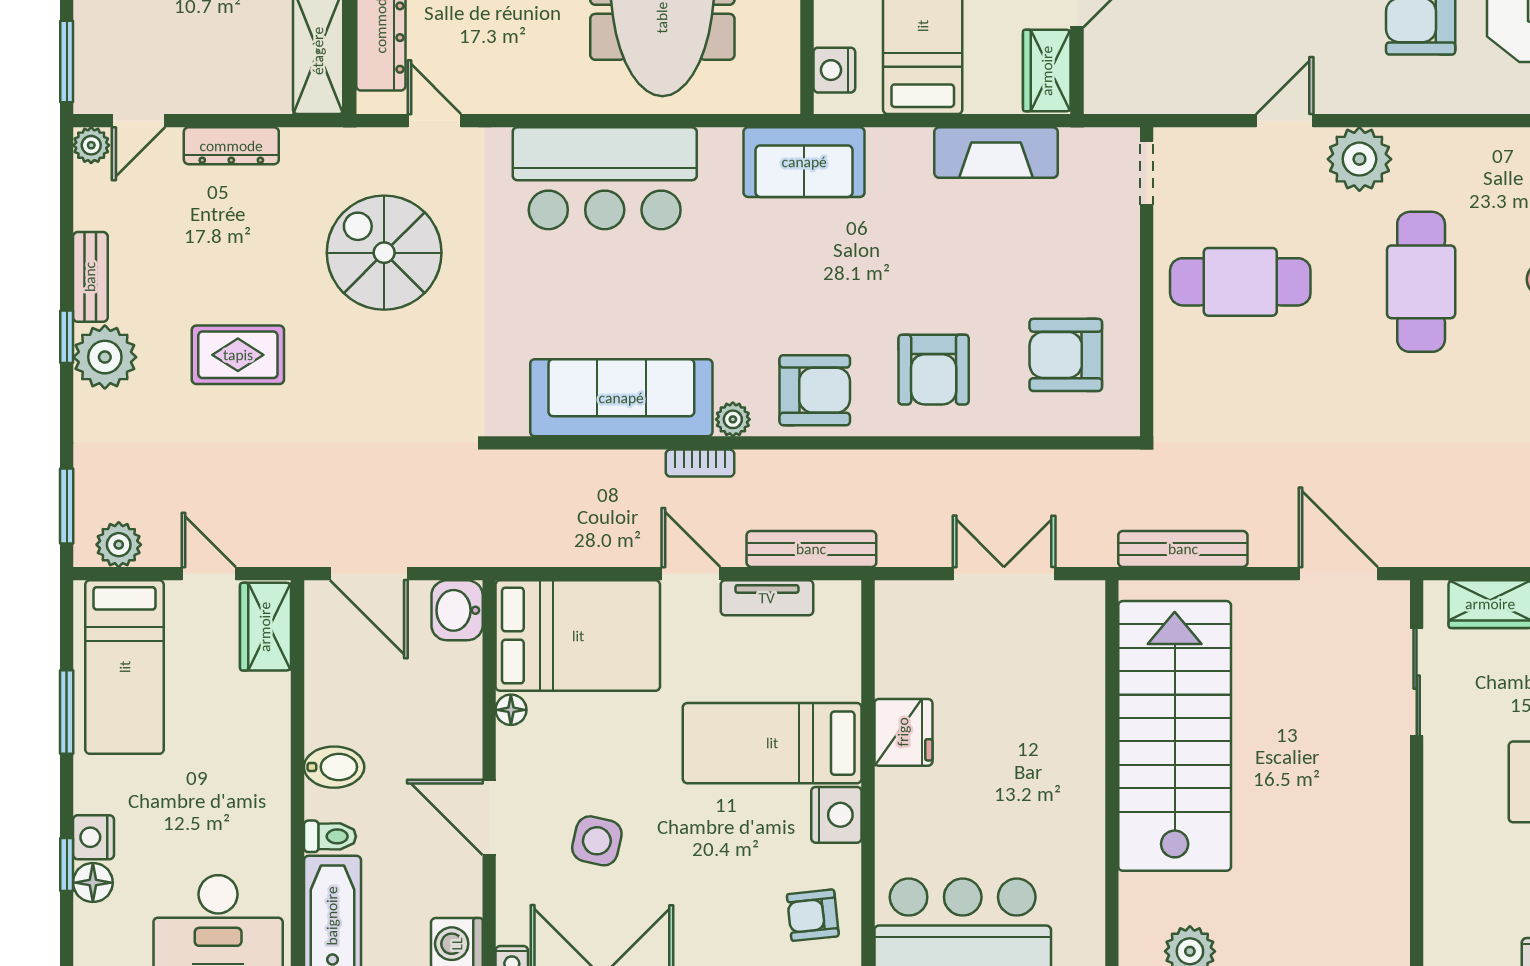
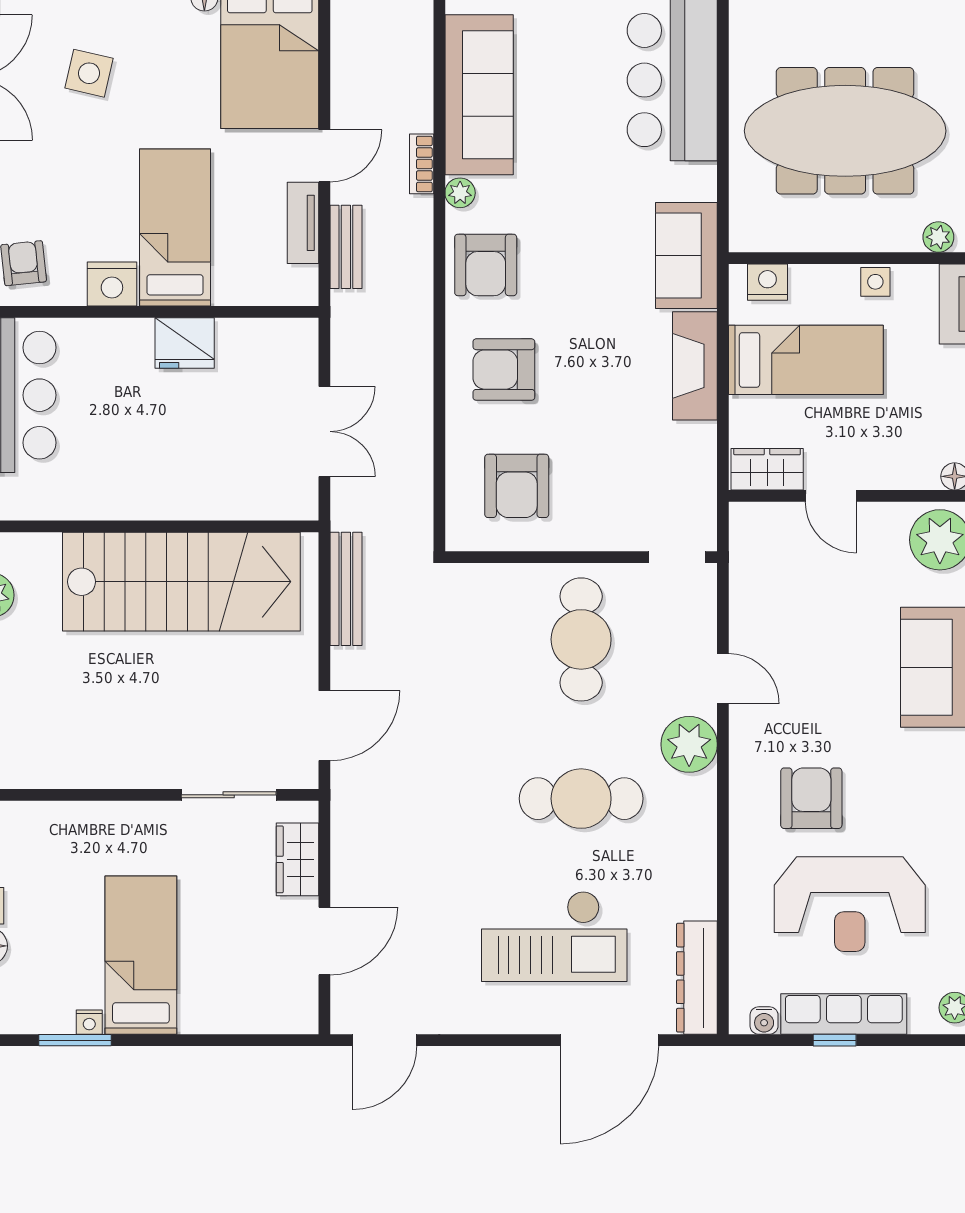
fireplace: (996, 153) -> (695, 366), moved
armchair: (1066, 355) -> (517, 486), turned 180
bench: (811, 549) -> (346, 247), width x0.73

